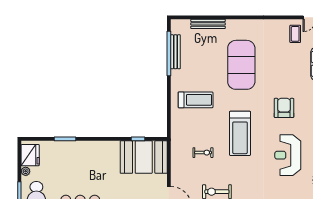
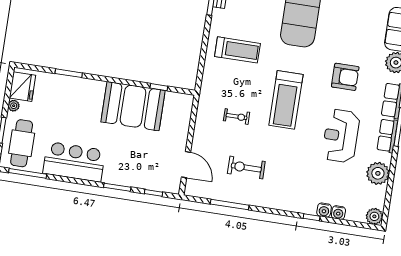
armchair: (284, 108) -> (345, 77), turned 90
booth: (144, 157) -> (133, 106), moved

